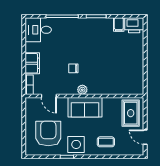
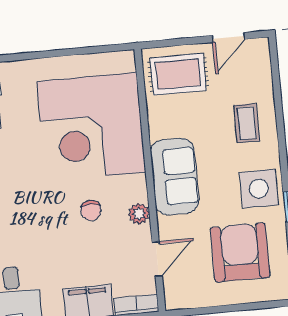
corner desk: (111, 72) -> (91, 127), added
plant: (82, 90) -> (139, 214), moved
armchair: (48, 133) -> (240, 252), turned 90

